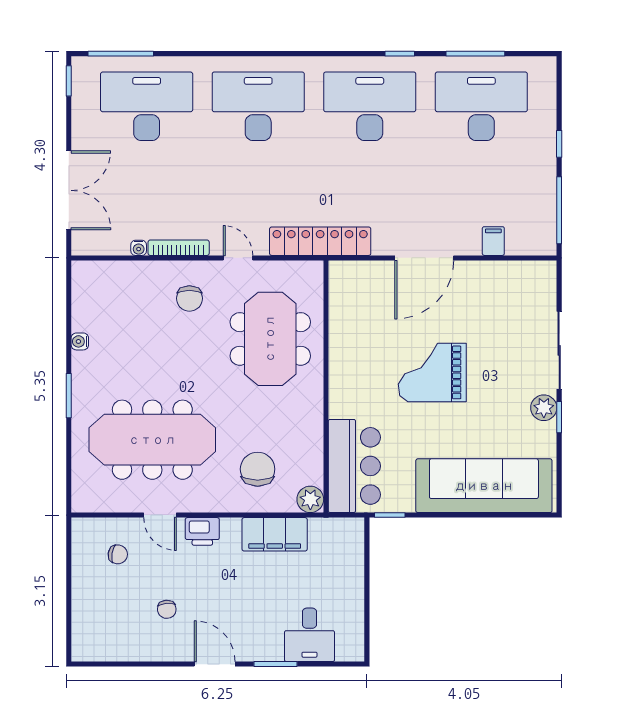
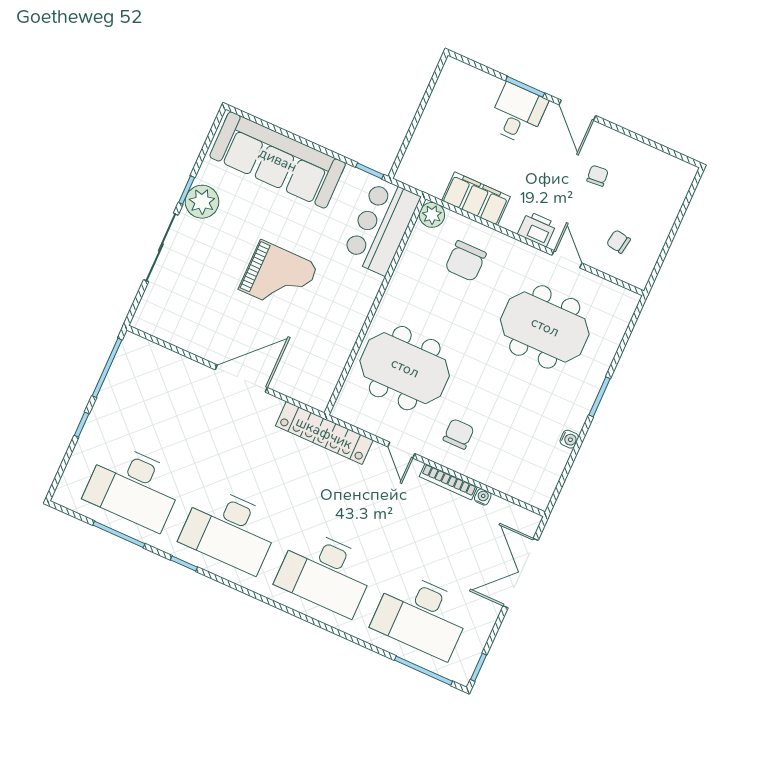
filing cabinet: (493, 241) -> (175, 367), removed
meeting table: (270, 339) -> (405, 368), turned 90
plant: (544, 408) -> (202, 202), width x1.36, depth x1.36
meeting table: (152, 440) -> (545, 327), width x0.73
desk: (309, 635) -> (518, 114), moved

